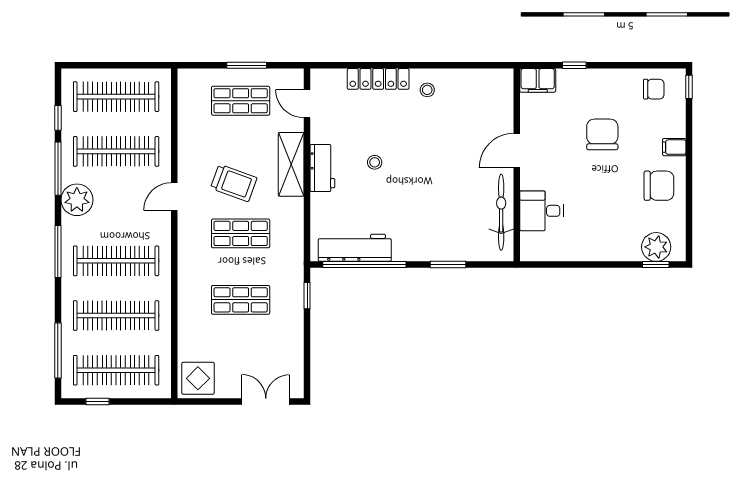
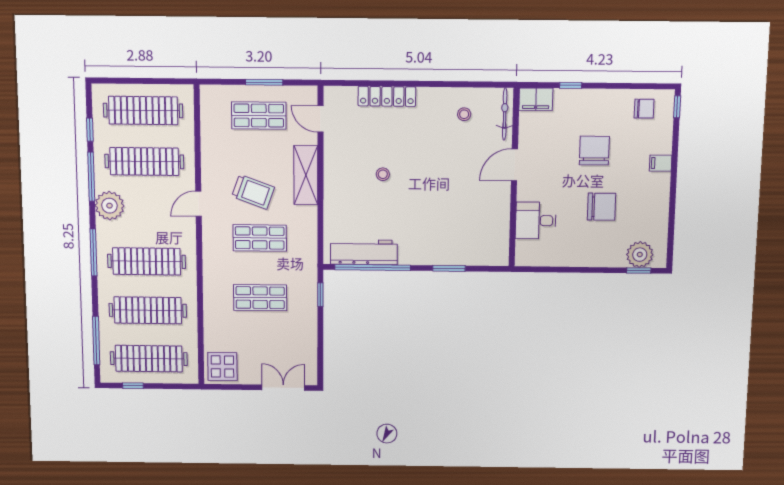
stool: (427, 90) -> (464, 114), moved
workbench: (322, 168) -> (335, 179), removed
chair: (659, 186) -> (601, 207), moved
bicycle: (501, 212) -> (505, 114), moved, width x0.73, depth x0.71

